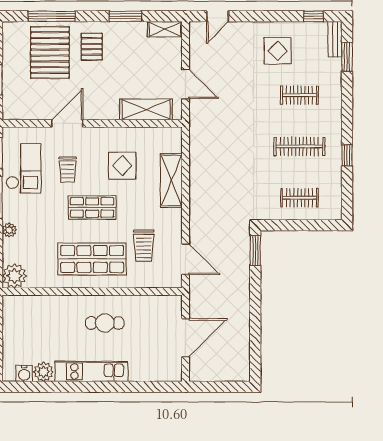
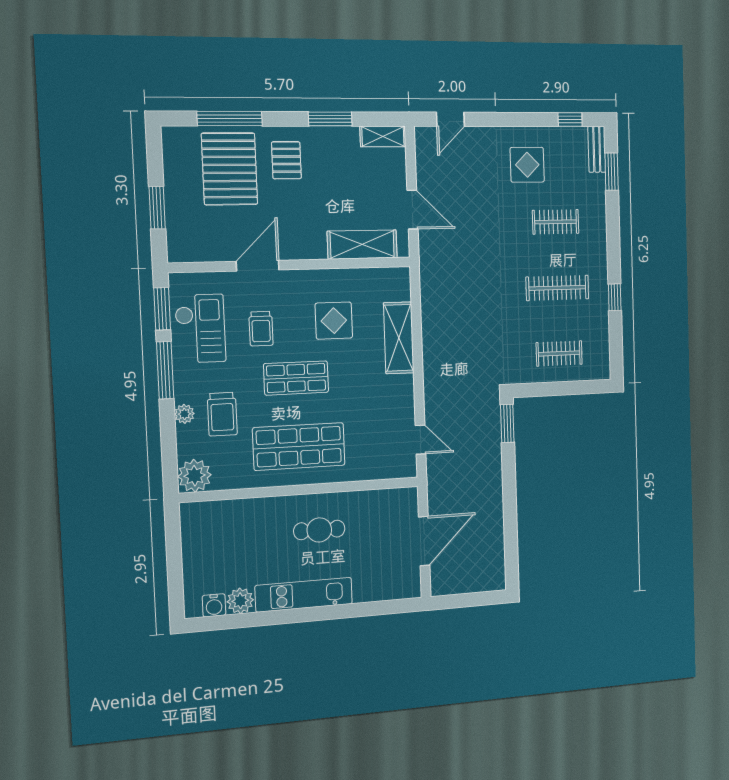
trolley: (144, 246) -> (222, 414), moved
door: (186, 259) -> (421, 440), width x0.73

